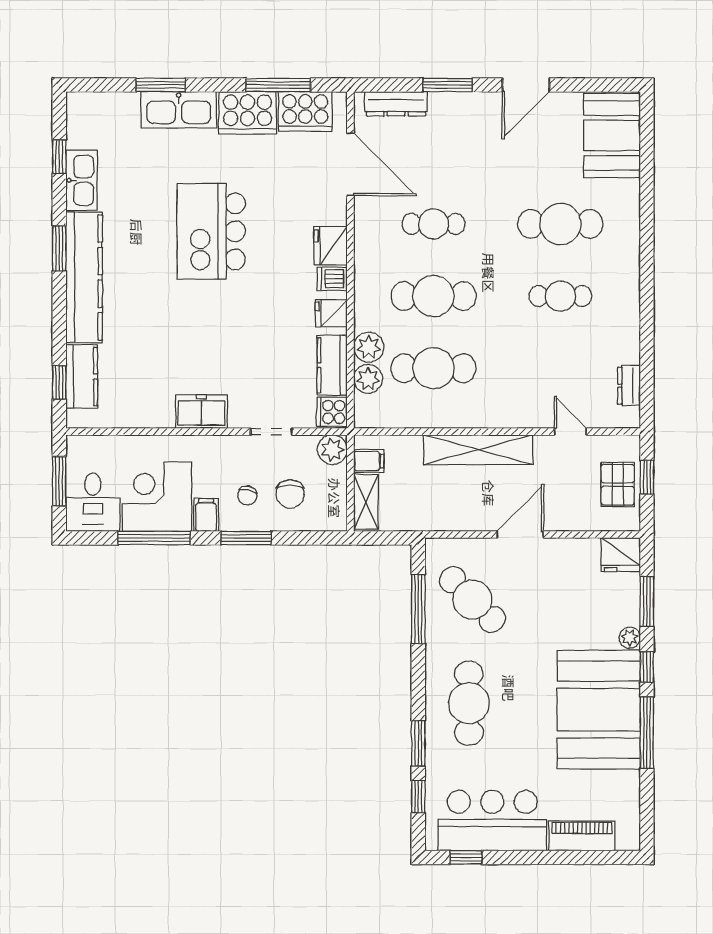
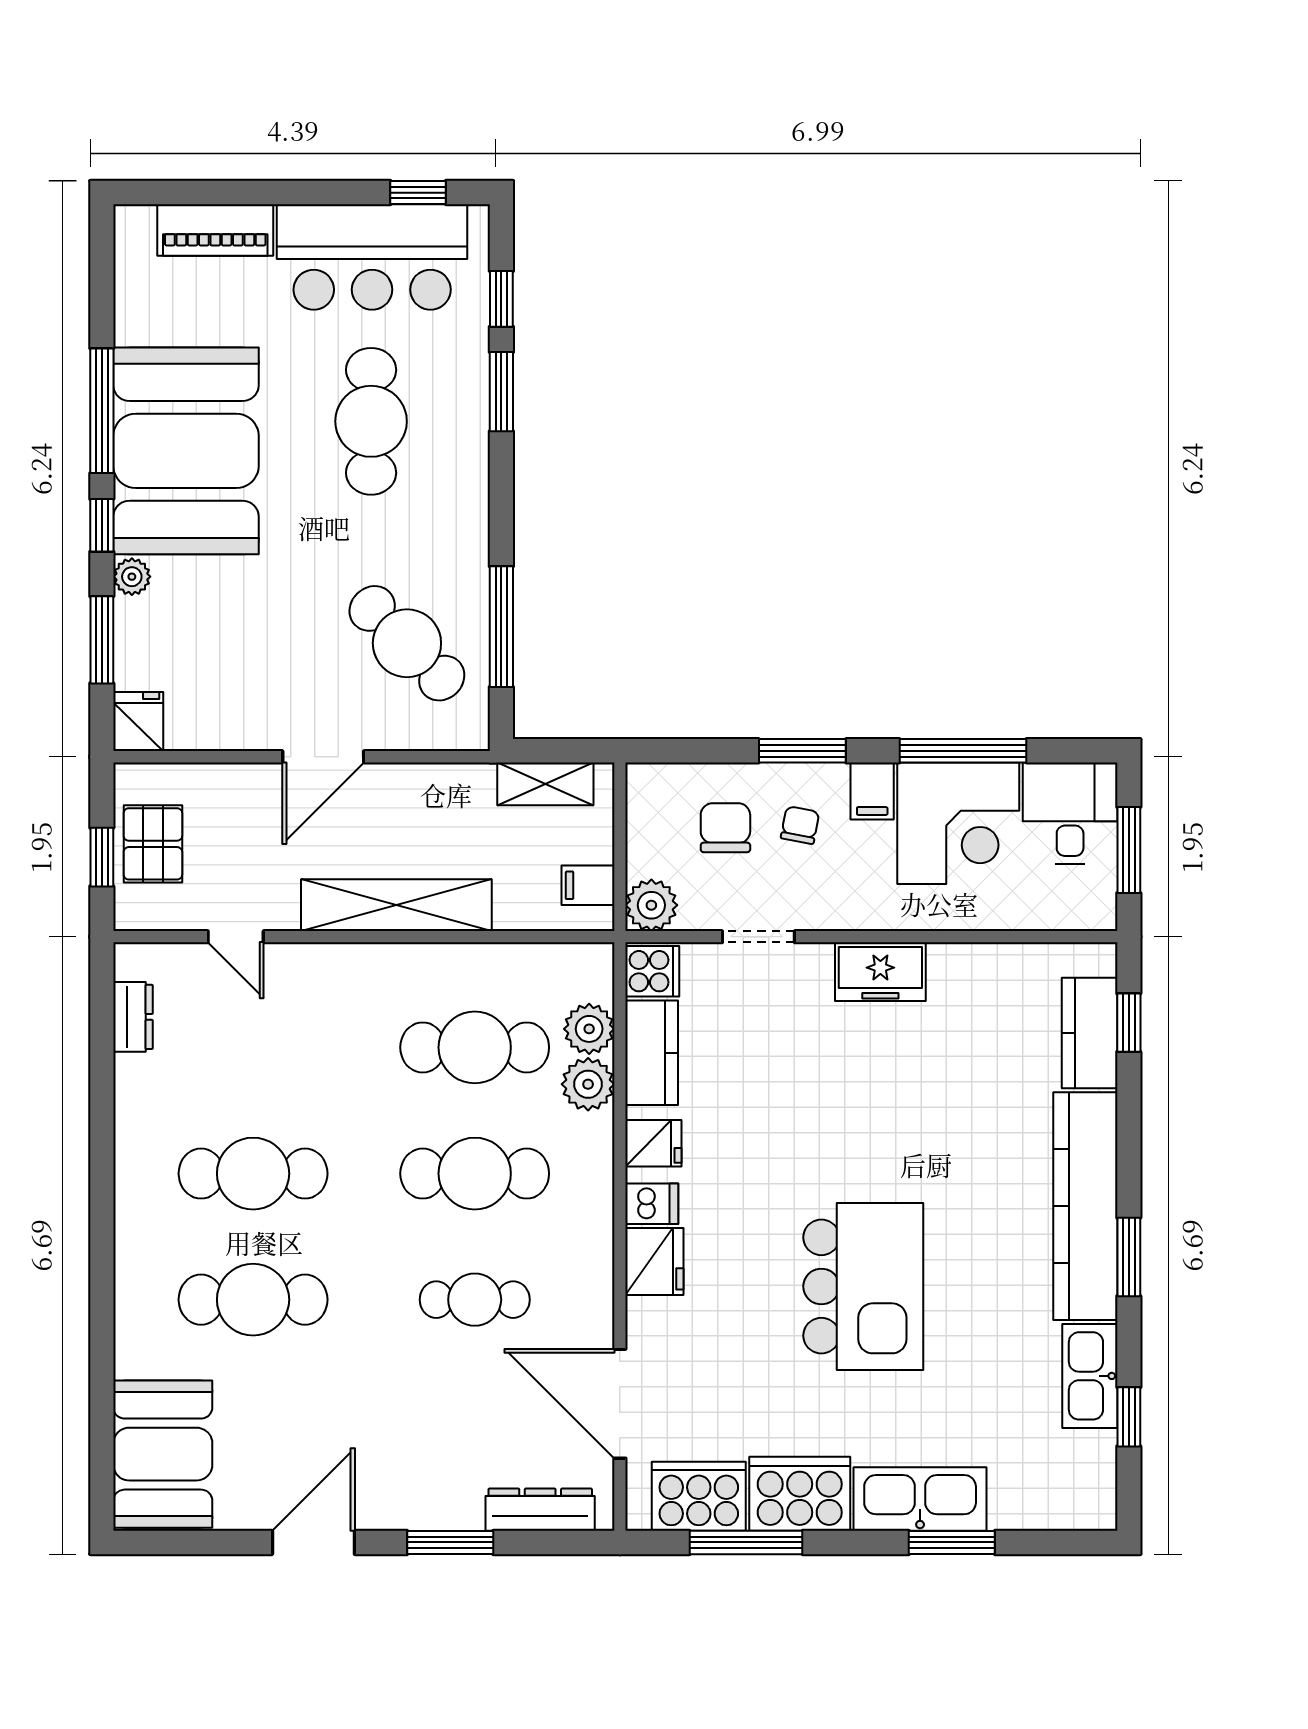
cafe table: (560, 296) -> (253, 1174), width x1.37, depth x1.35
shelving: (366, 502) -> (545, 784), moved, turned 90
fridge: (621, 555) -> (138, 722), width x0.72
cafe table: (469, 703) -> (371, 421), moved

